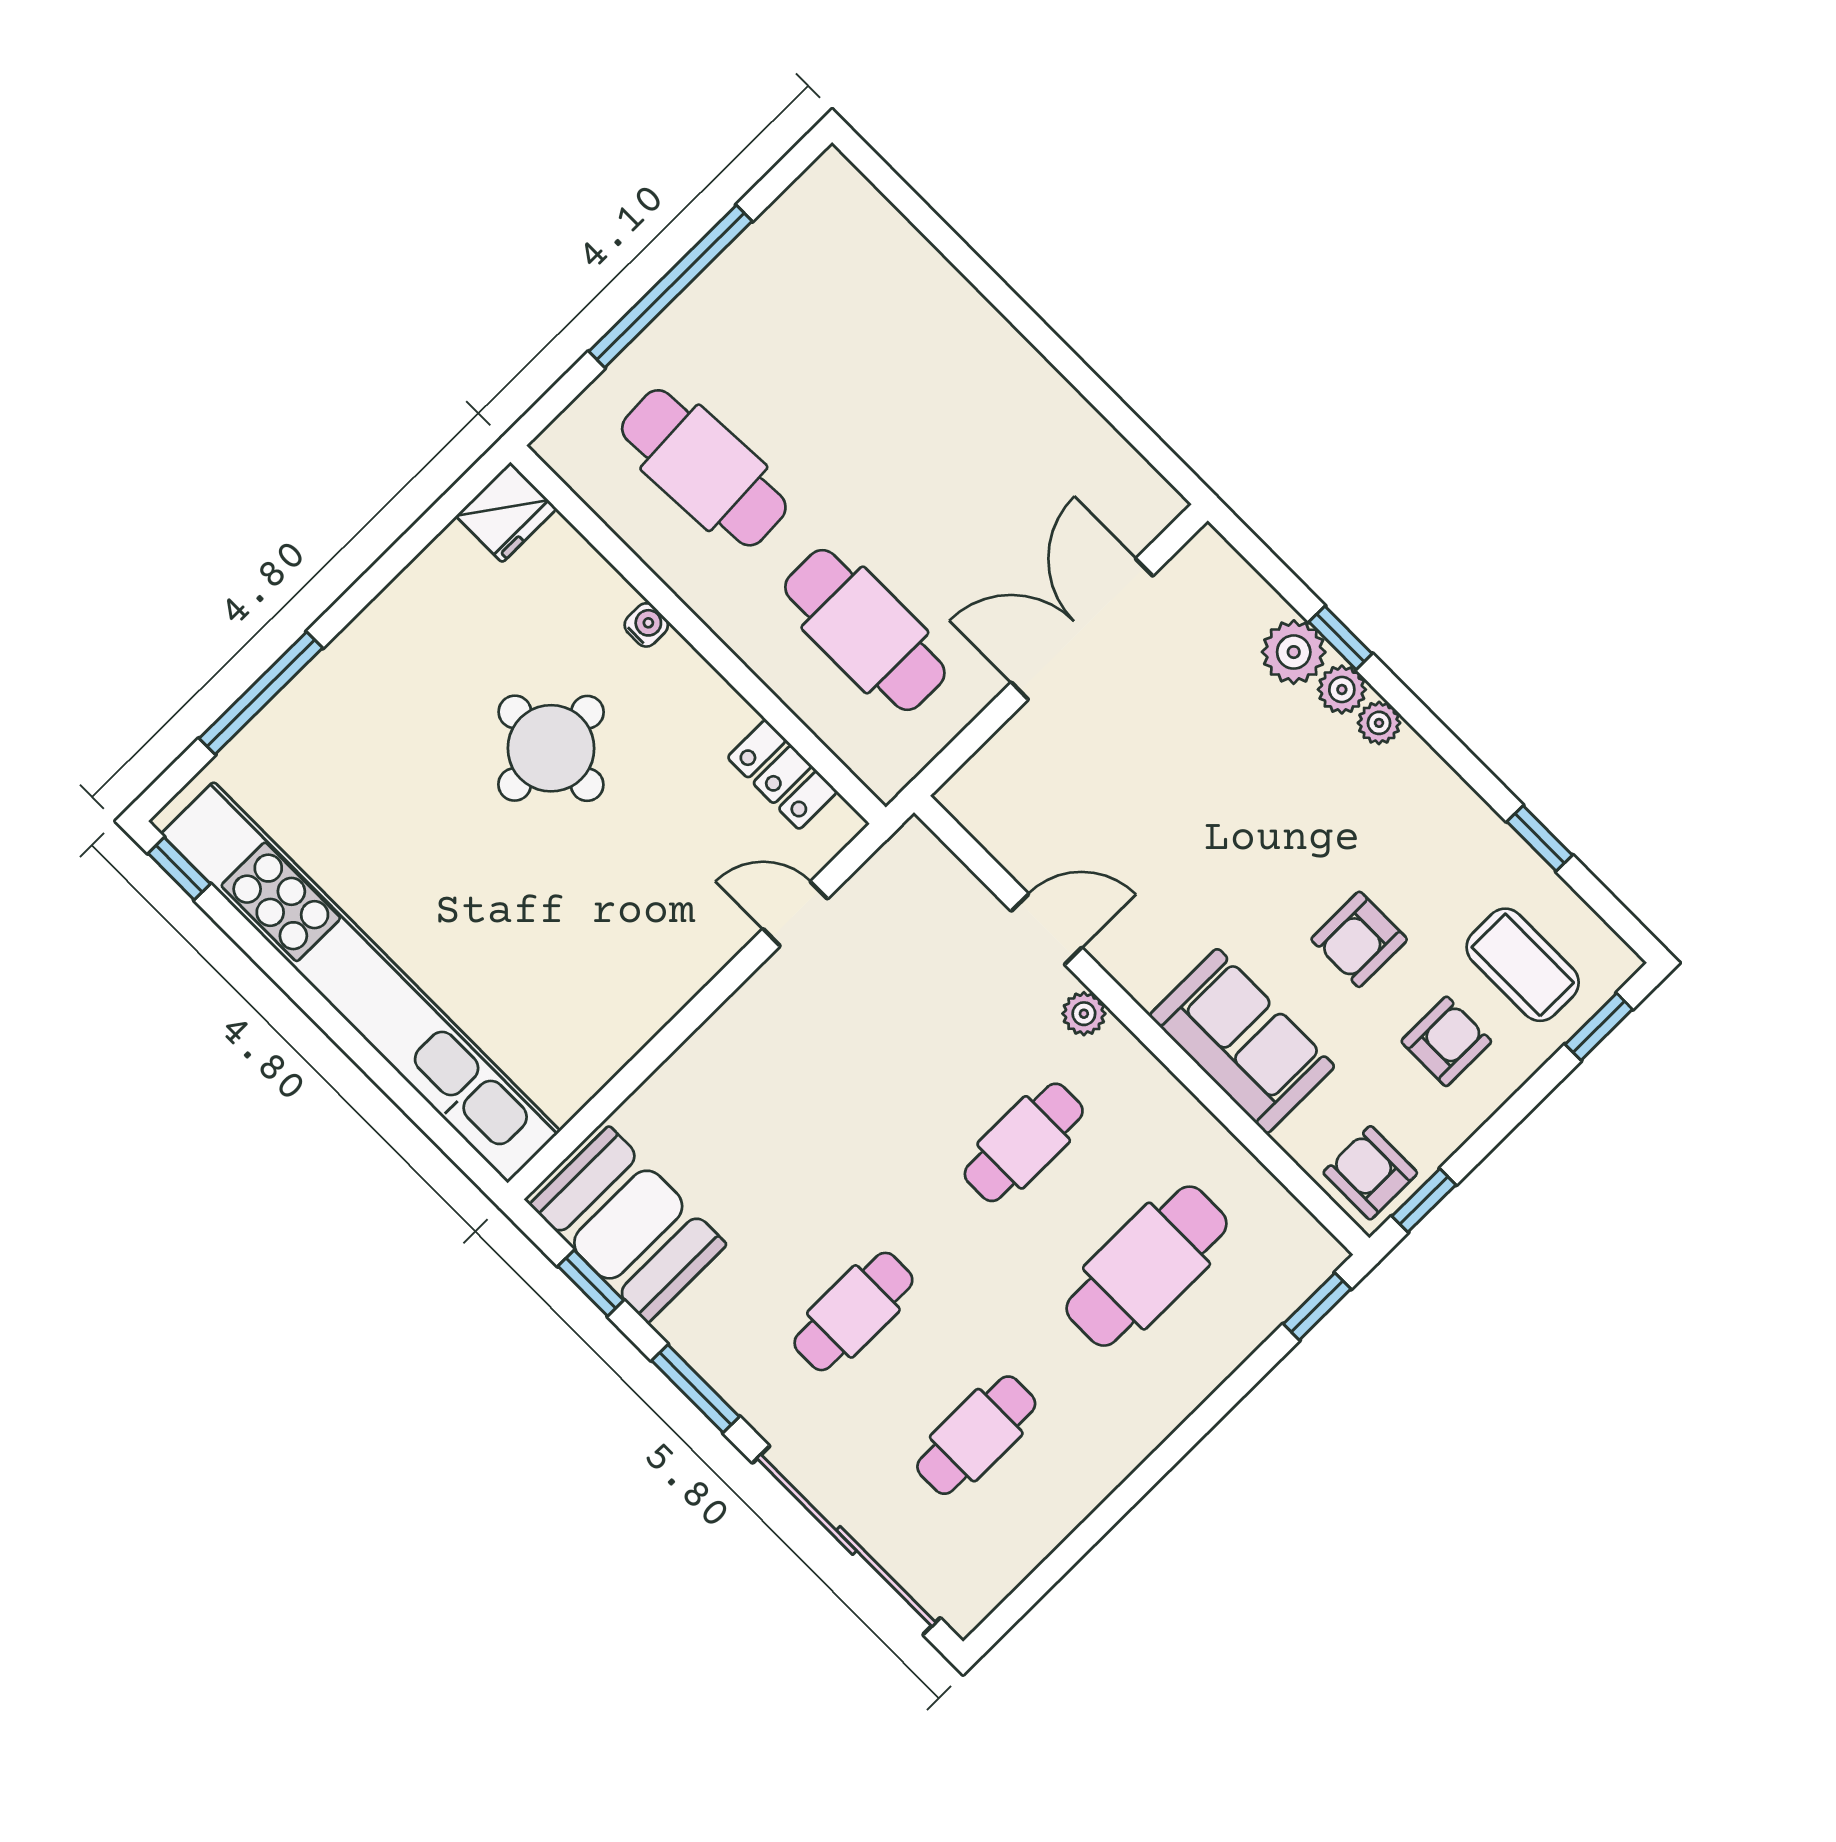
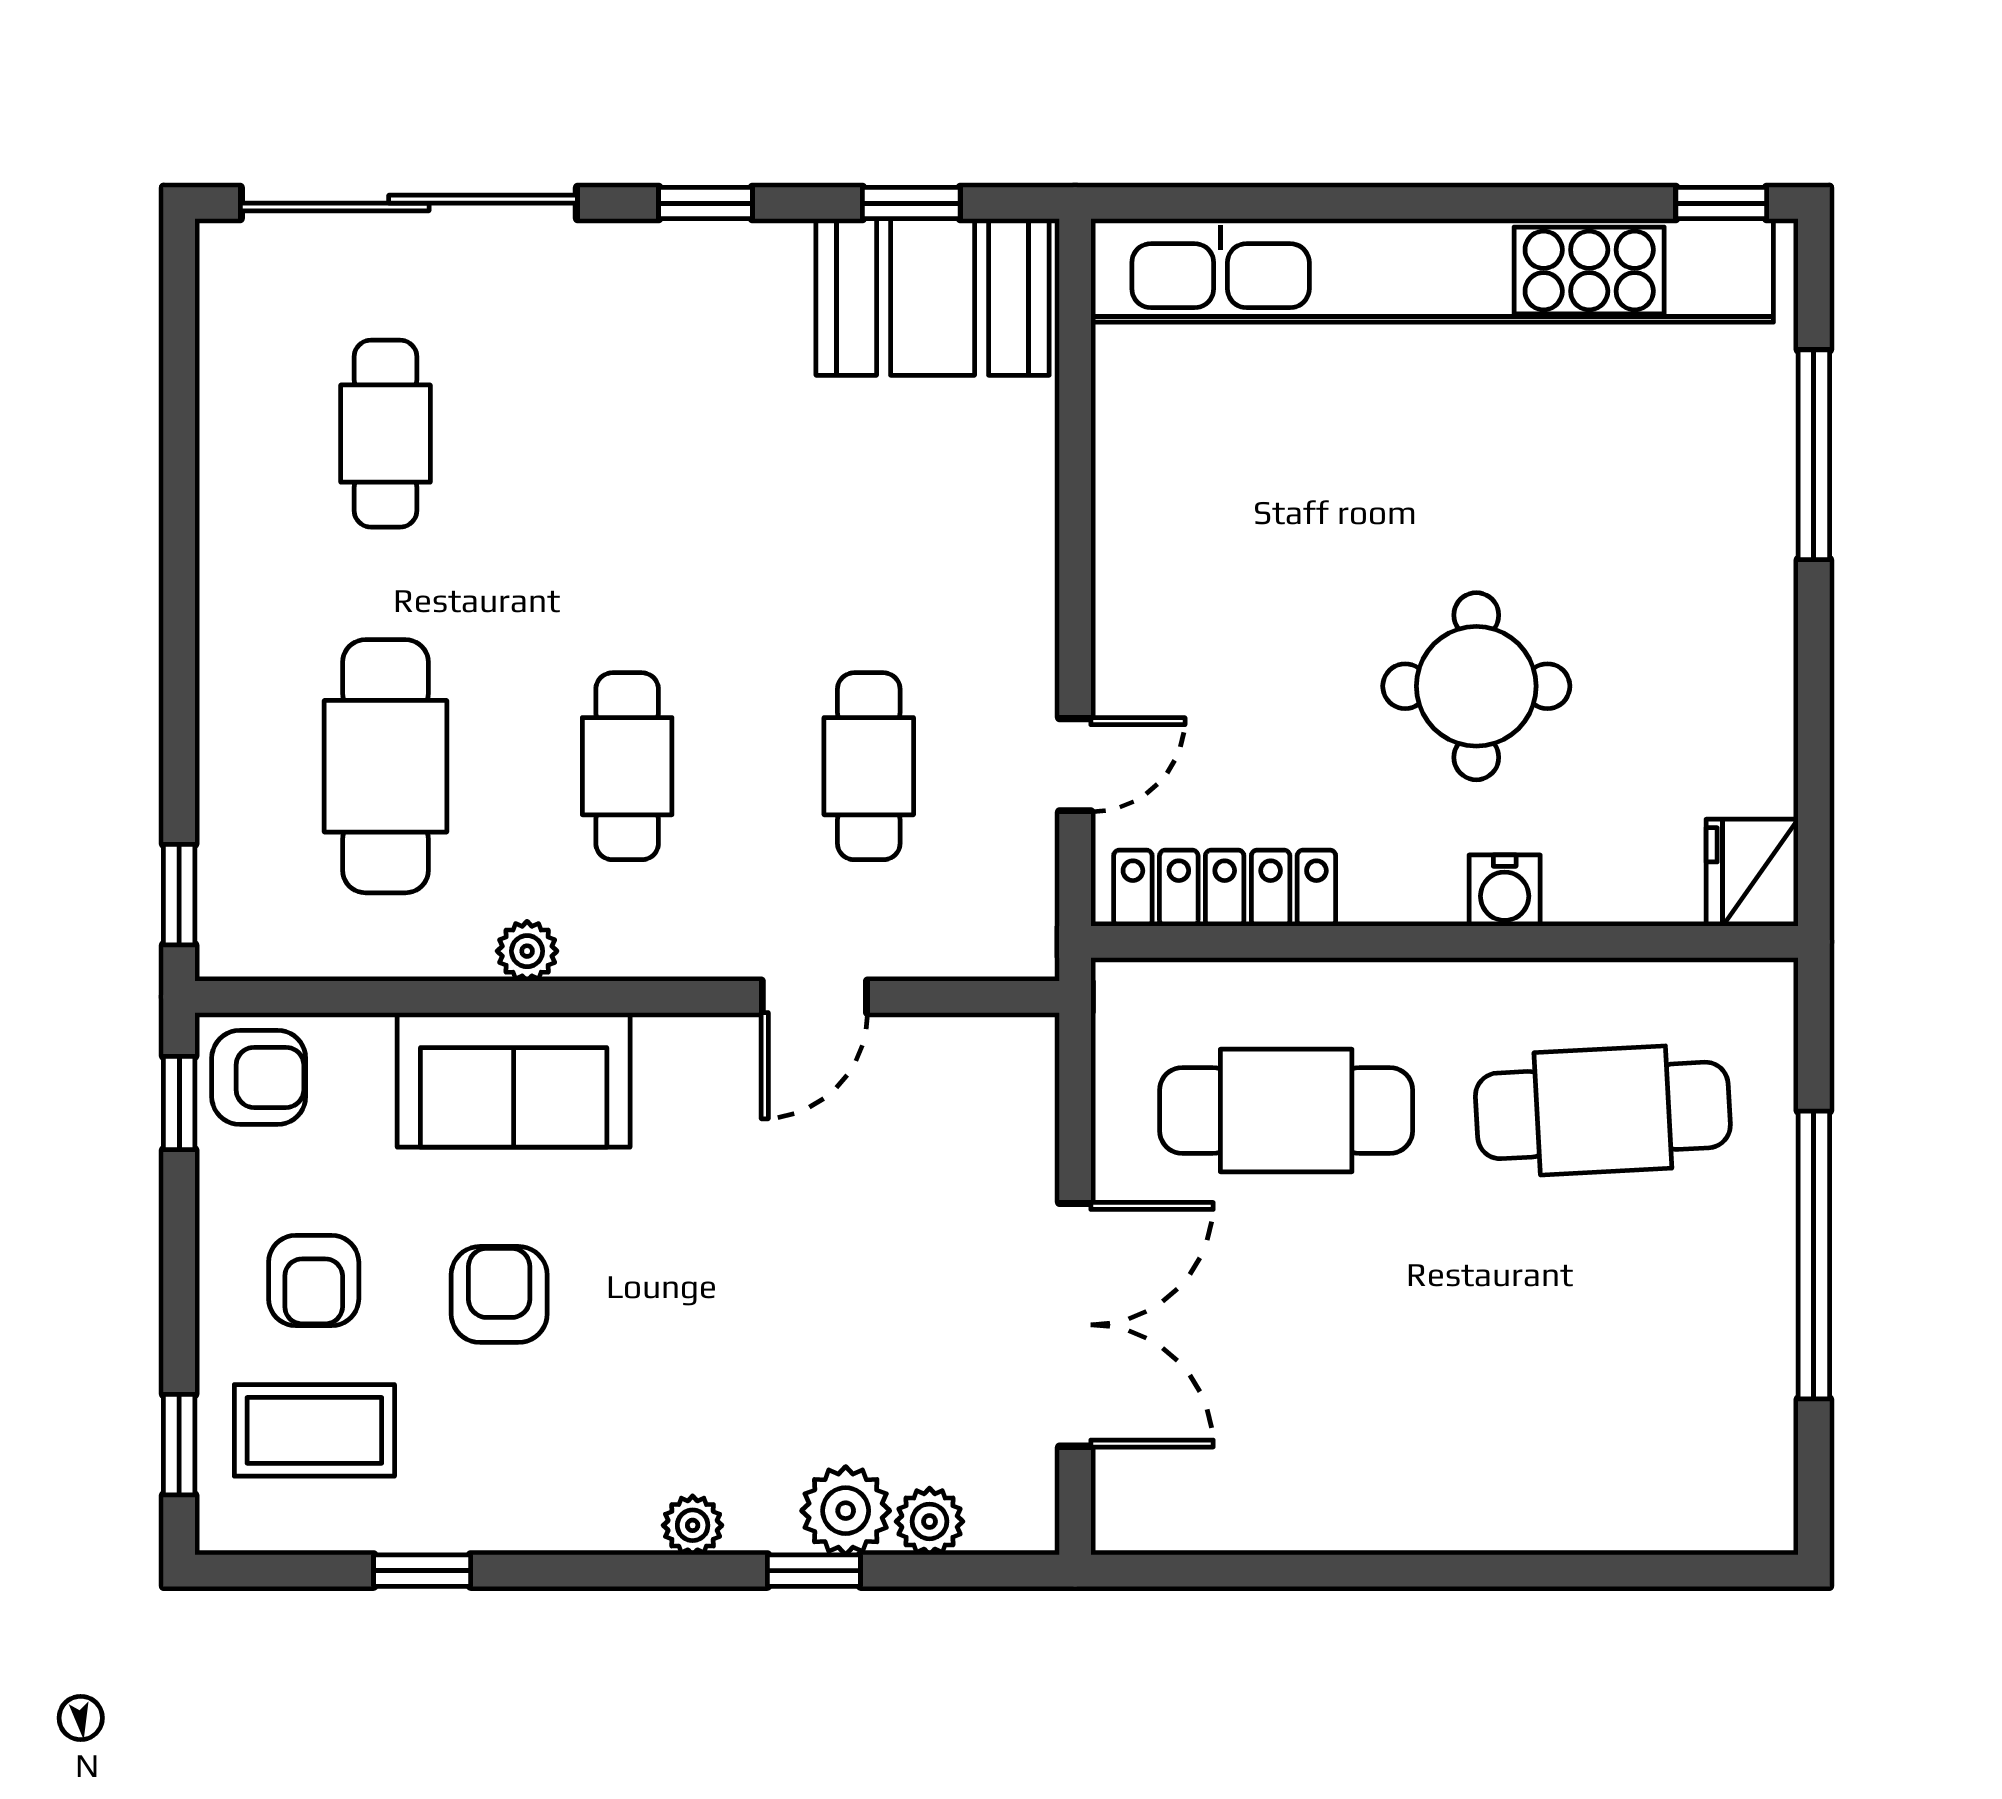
water cooler: (646, 625) -> (1505, 891), width x1.38, depth x1.38
plant: (1342, 689) -> (930, 1521), moved
locker: (782, 774) -> (1225, 888), width x1.53
plant: (1084, 1014) -> (527, 951), moved
cafe table: (853, 1311) -> (869, 766), moved
window: (696, 1389) -> (705, 203), width x0.67

